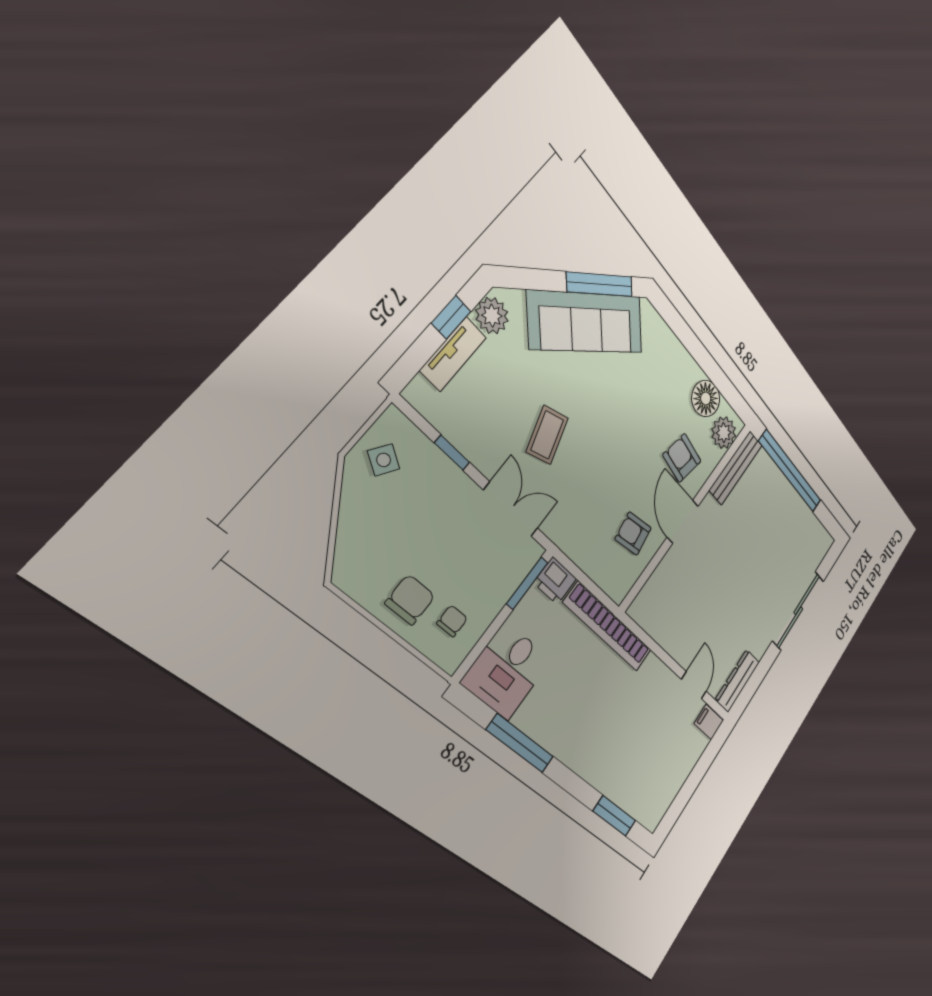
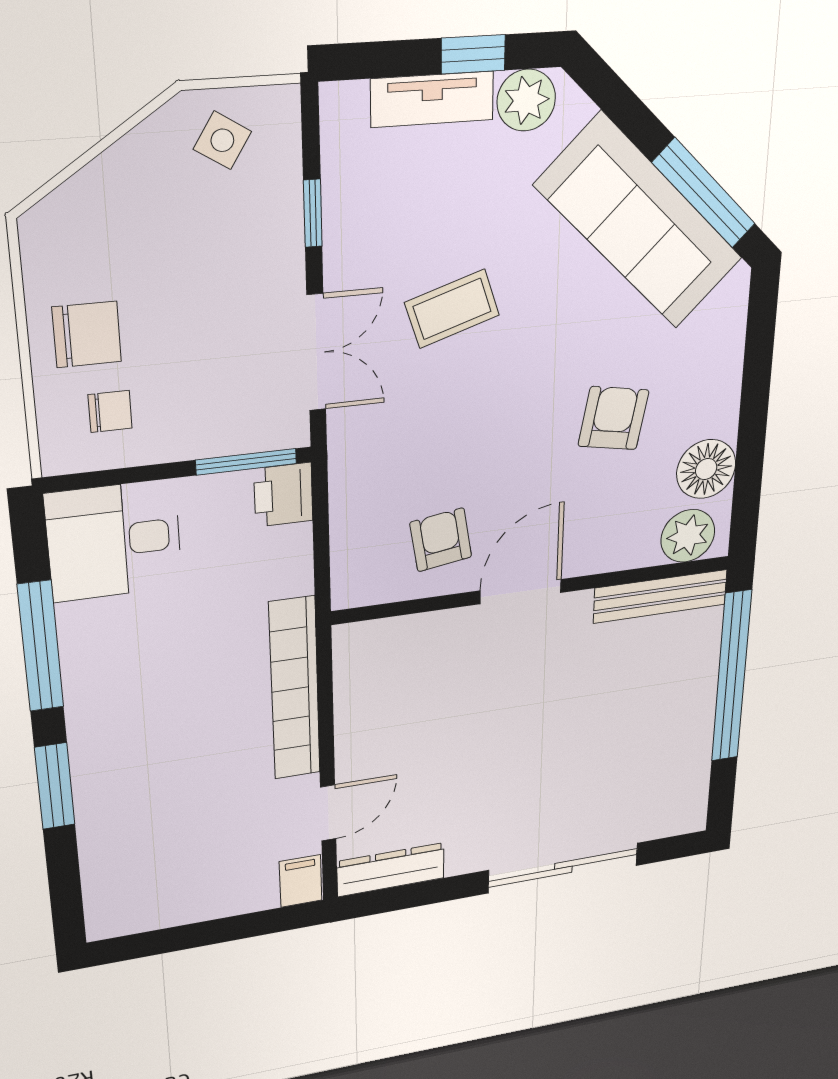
armchair: (682, 458) -> (614, 418), moved
bookcase: (608, 627) -> (295, 689), moved
window: (614, 816) -> (55, 786), moved

